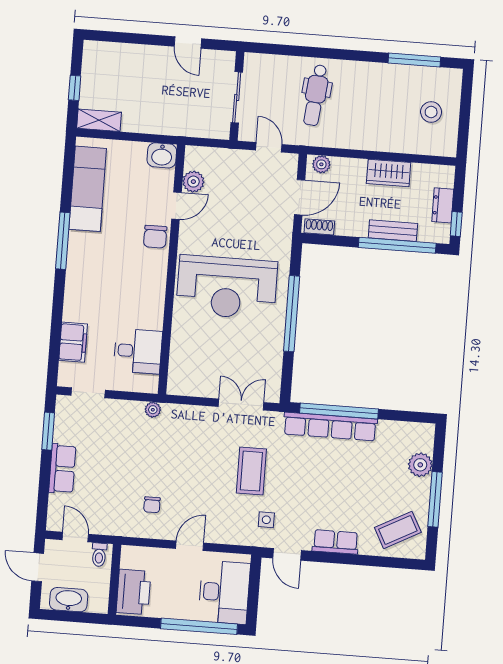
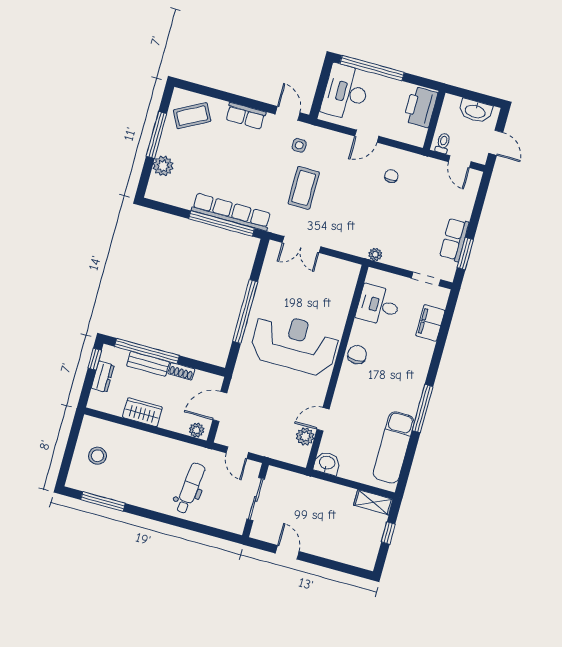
shoe rack: (319, 227) -> (181, 371), moved
chair: (155, 237) -> (357, 355), moved
row of seats: (62, 469) -> (454, 240), moved

